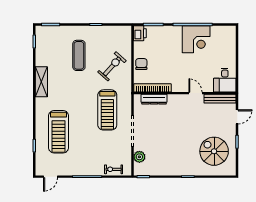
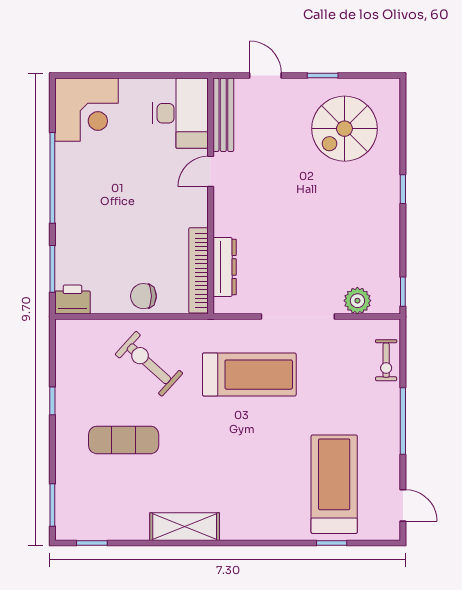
corner desk: (196, 39) -> (86, 110), moved, turned 90
desk: (225, 80) -> (180, 113), width x1.37
treadmill: (59, 132) -> (334, 484), moved, turned -90

